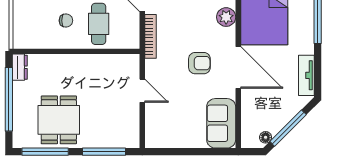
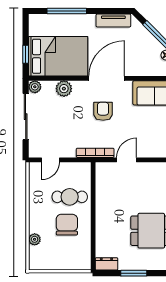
chair: (66, 21) -> (67, 225), width x1.87, depth x1.87
bookcase: (151, 36) -> (95, 153), moved
window: (9, 99) -> (134, 273), width x0.47

